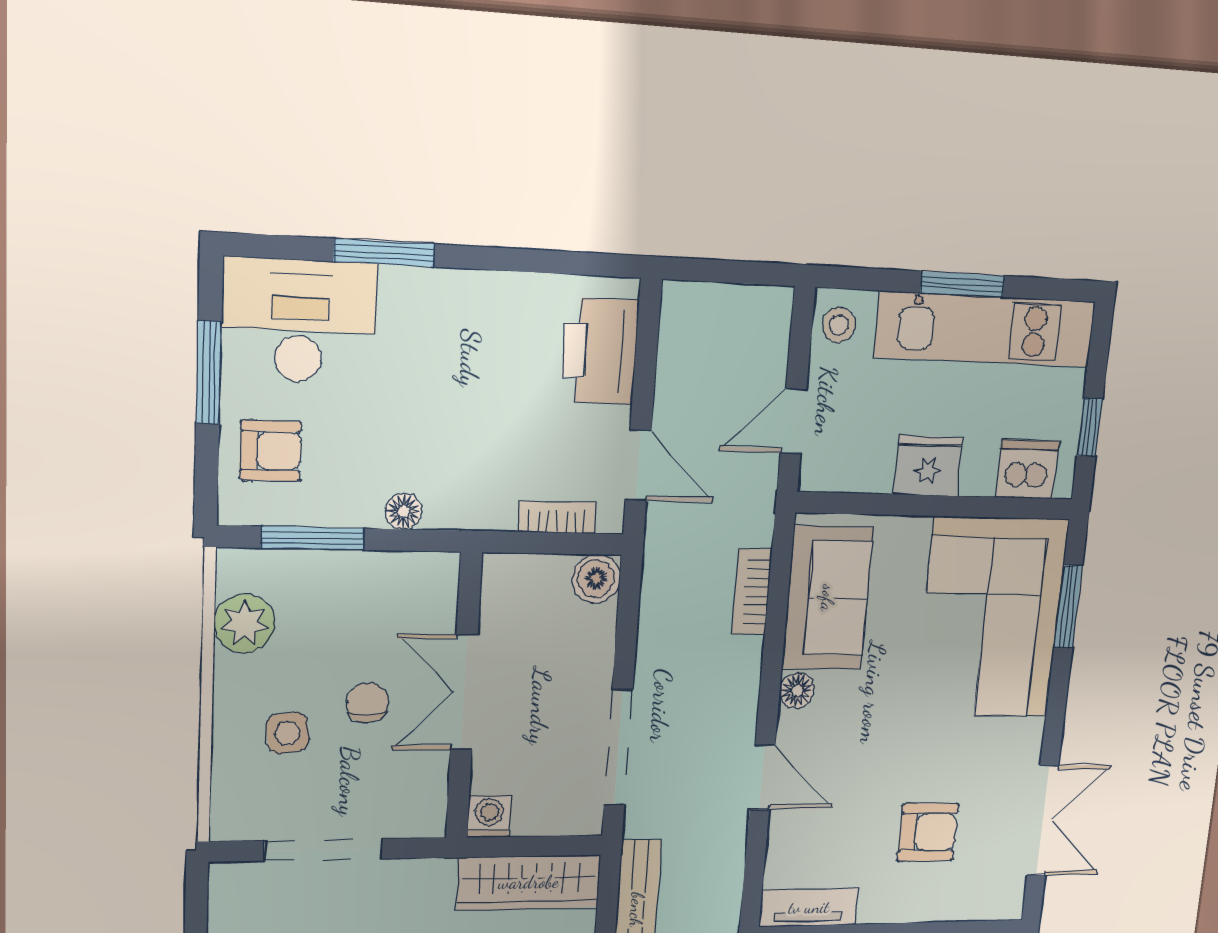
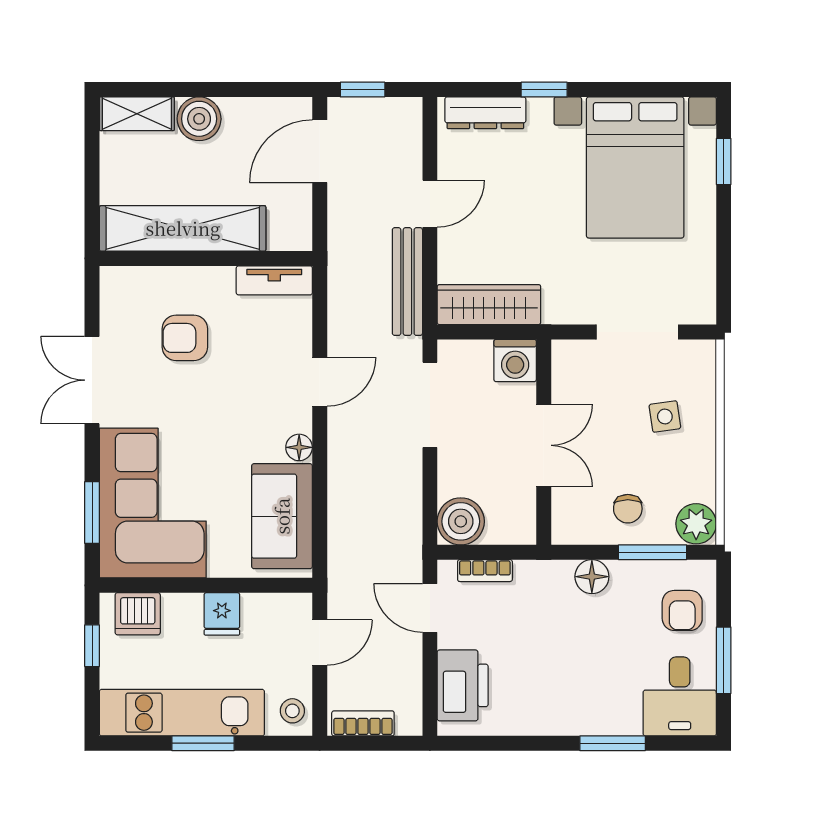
desk: (299, 321) -> (680, 696), width x0.73
armchair: (271, 451) -> (682, 610), turned -90
fridge: (928, 466) -> (222, 614), width x0.72
floor lamp: (403, 511) -> (592, 577), width x1.37, depth x1.37
boiler: (596, 579) -> (461, 521), width x1.36, depth x1.36
bookcase: (752, 592) -> (363, 723), moved, turned -90
plant: (245, 623) -> (696, 524), moved
chair: (368, 703) -> (628, 509), moved
door: (762, 777) -> (320, 382), swing flipped
washing machine: (489, 816) -> (515, 360), width x1.38, depth x1.38
double door: (1043, 821) -> (92, 380), moved

